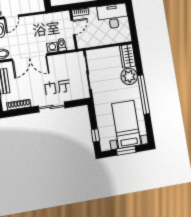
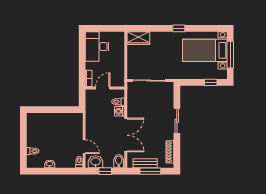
door: (73, 28) -> (103, 88), hinge flipped
plant: (129, 76) -> (159, 40), removed
window: (144, 95) -> (179, 28), width x0.32
window: (126, 151) -> (230, 55), width x1.44

